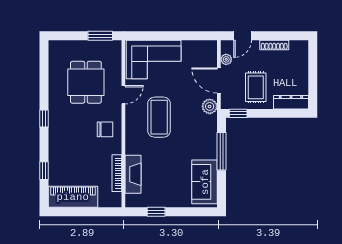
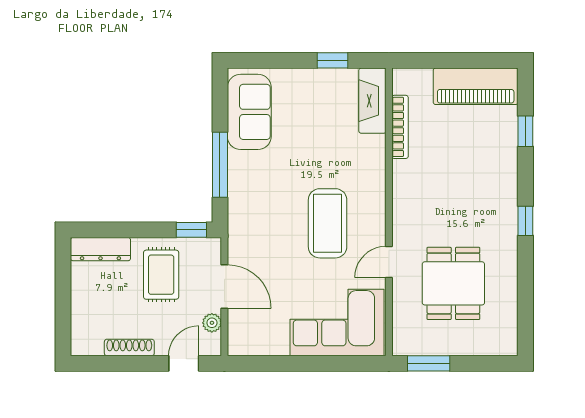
plant: (210, 106) -> (241, 242), removed
chair: (105, 129) -> (421, 202), removed
fireplace: (133, 174) -> (372, 101), moved

